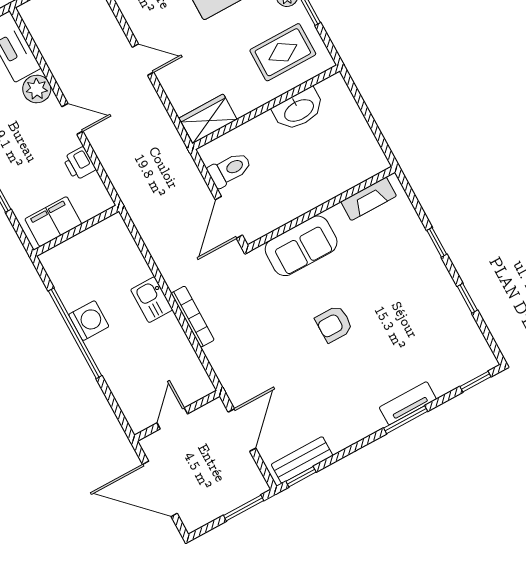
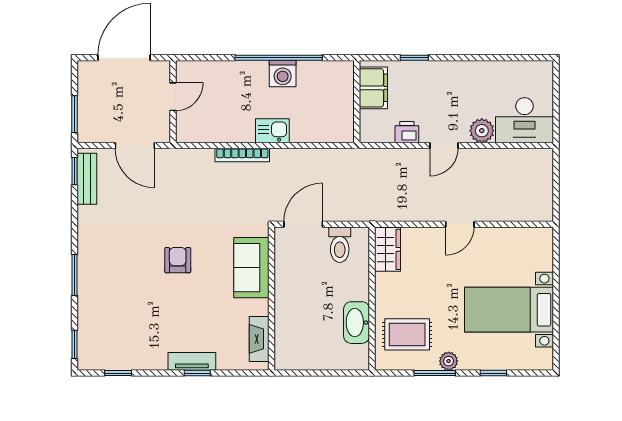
rug: (283, 52) -> (407, 334), turned 90
door: (229, 217) -> (303, 224), hinge flipped
window: (467, 298) -> (118, 373), moved
tv unit: (408, 403) -> (192, 361), moved, turned -90
door: (172, 418) -> (173, 97), hinge flipped

